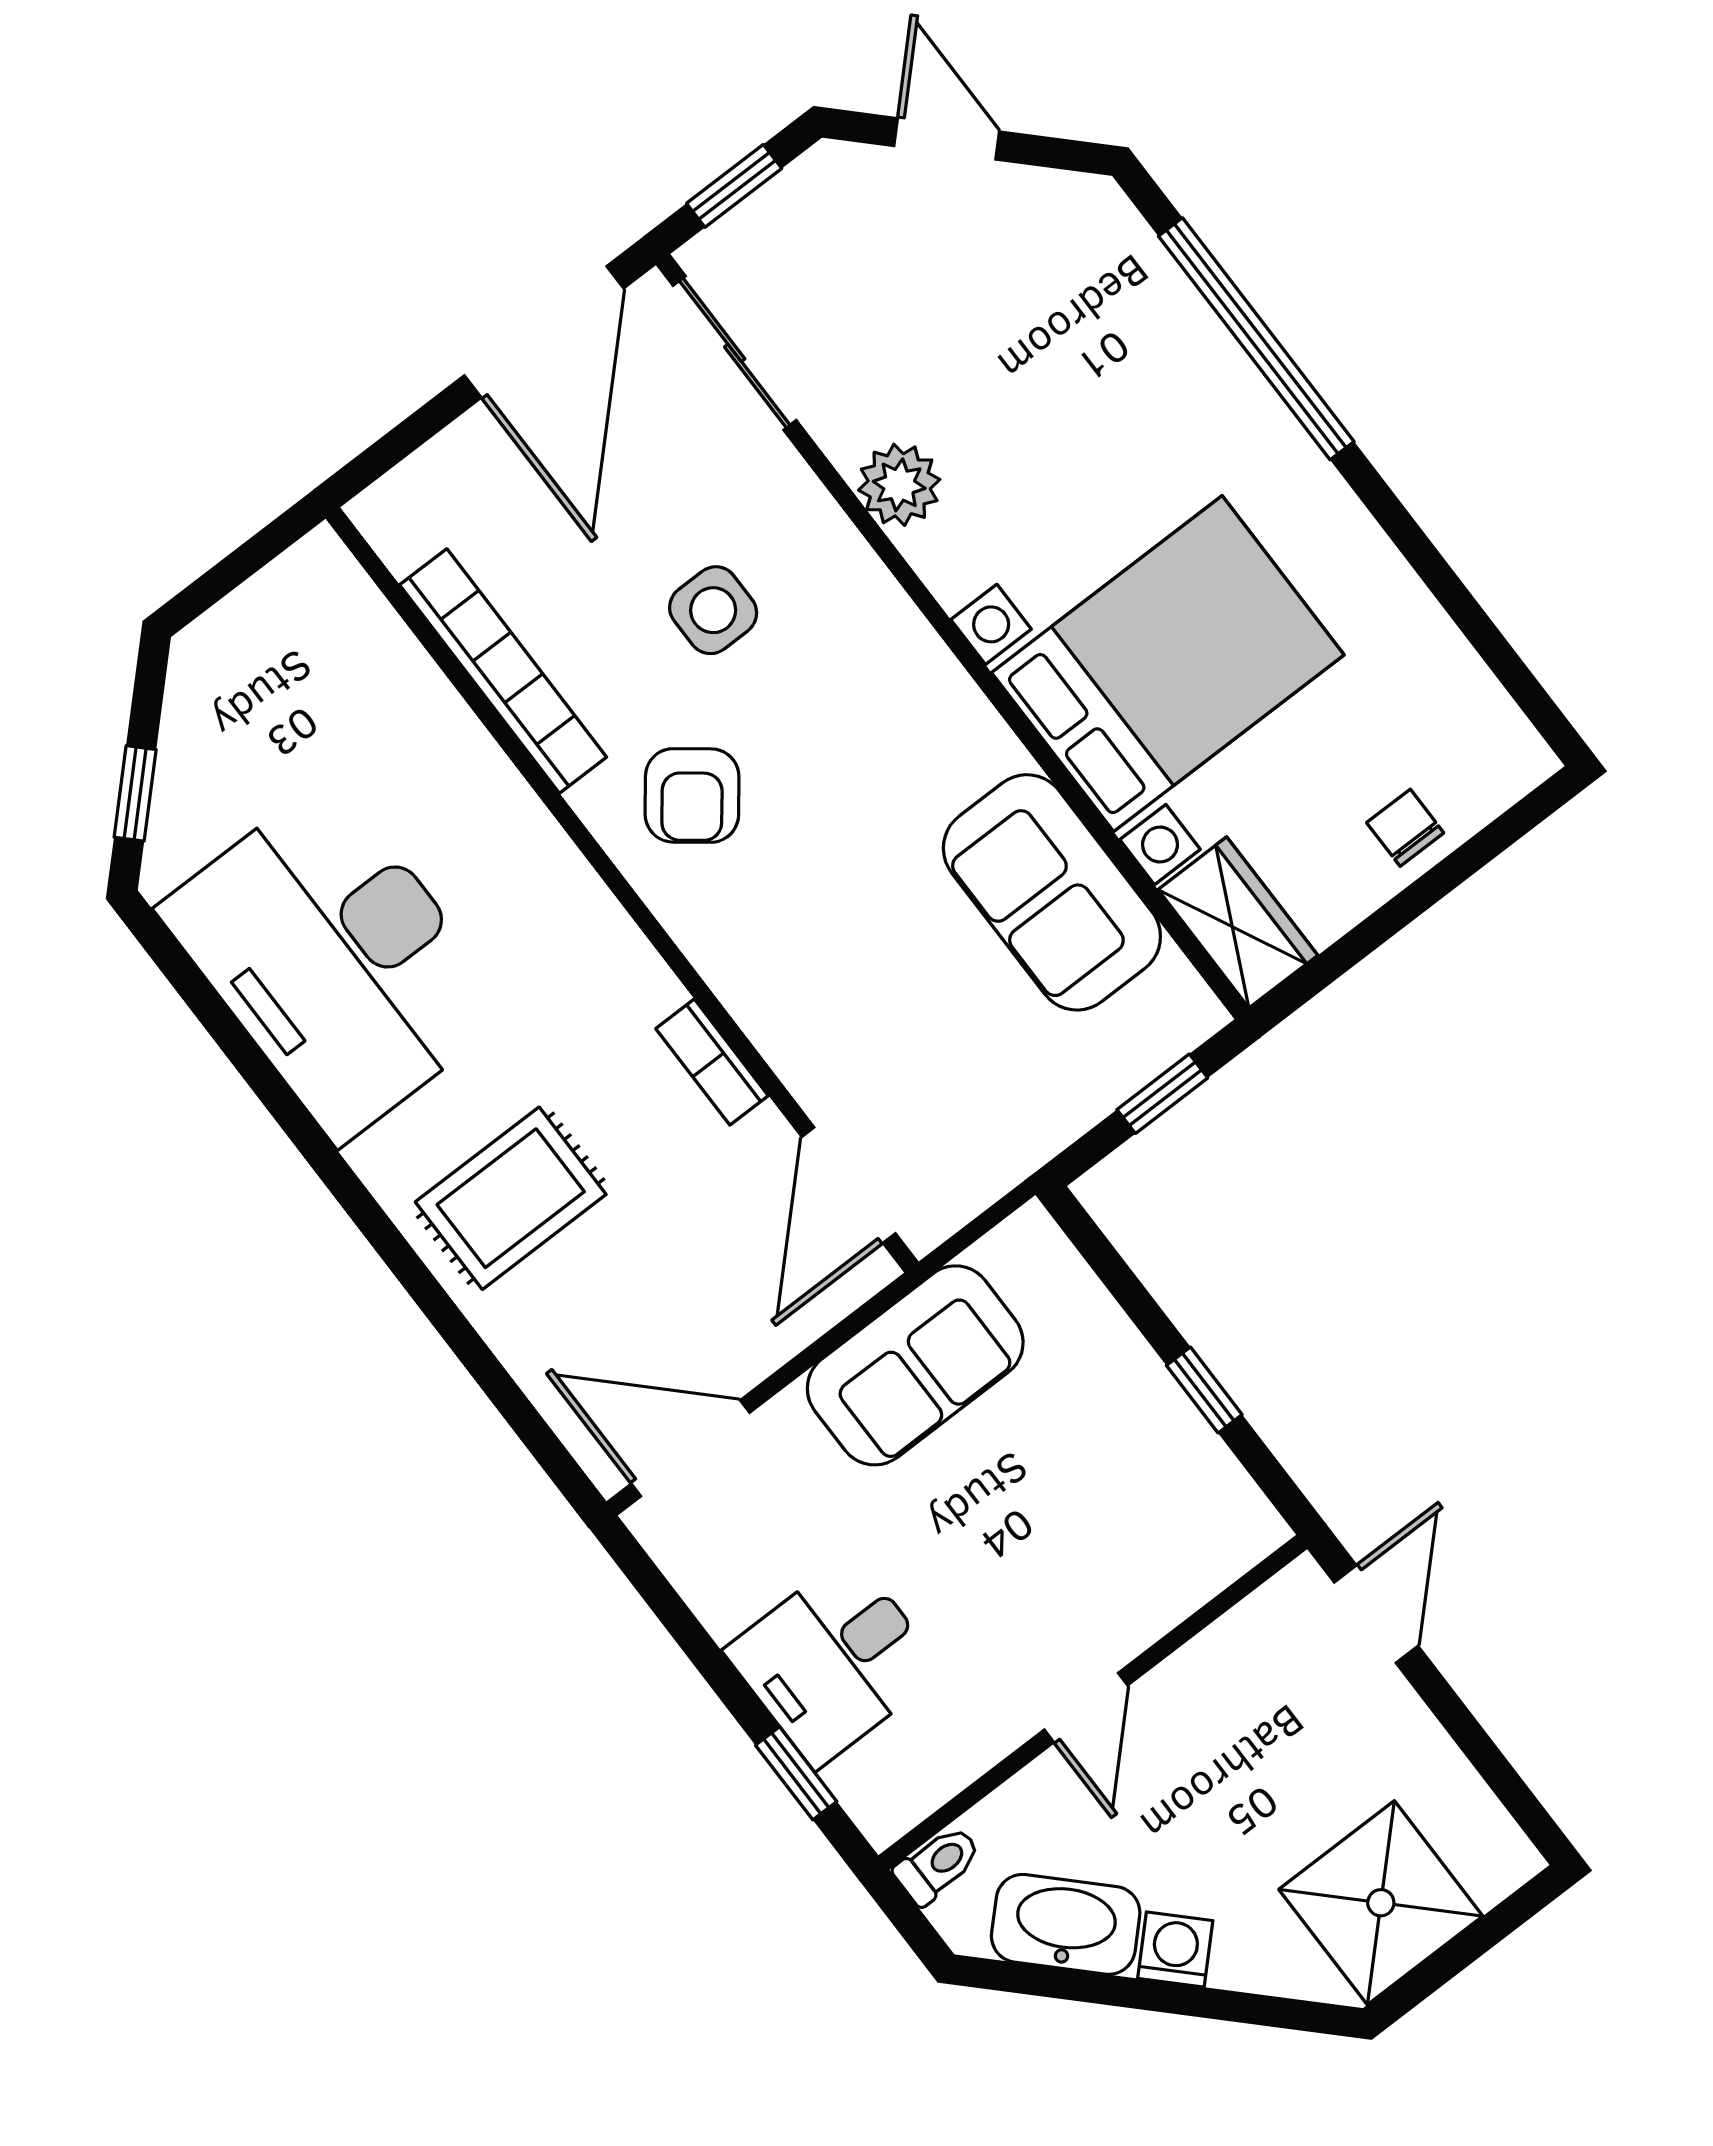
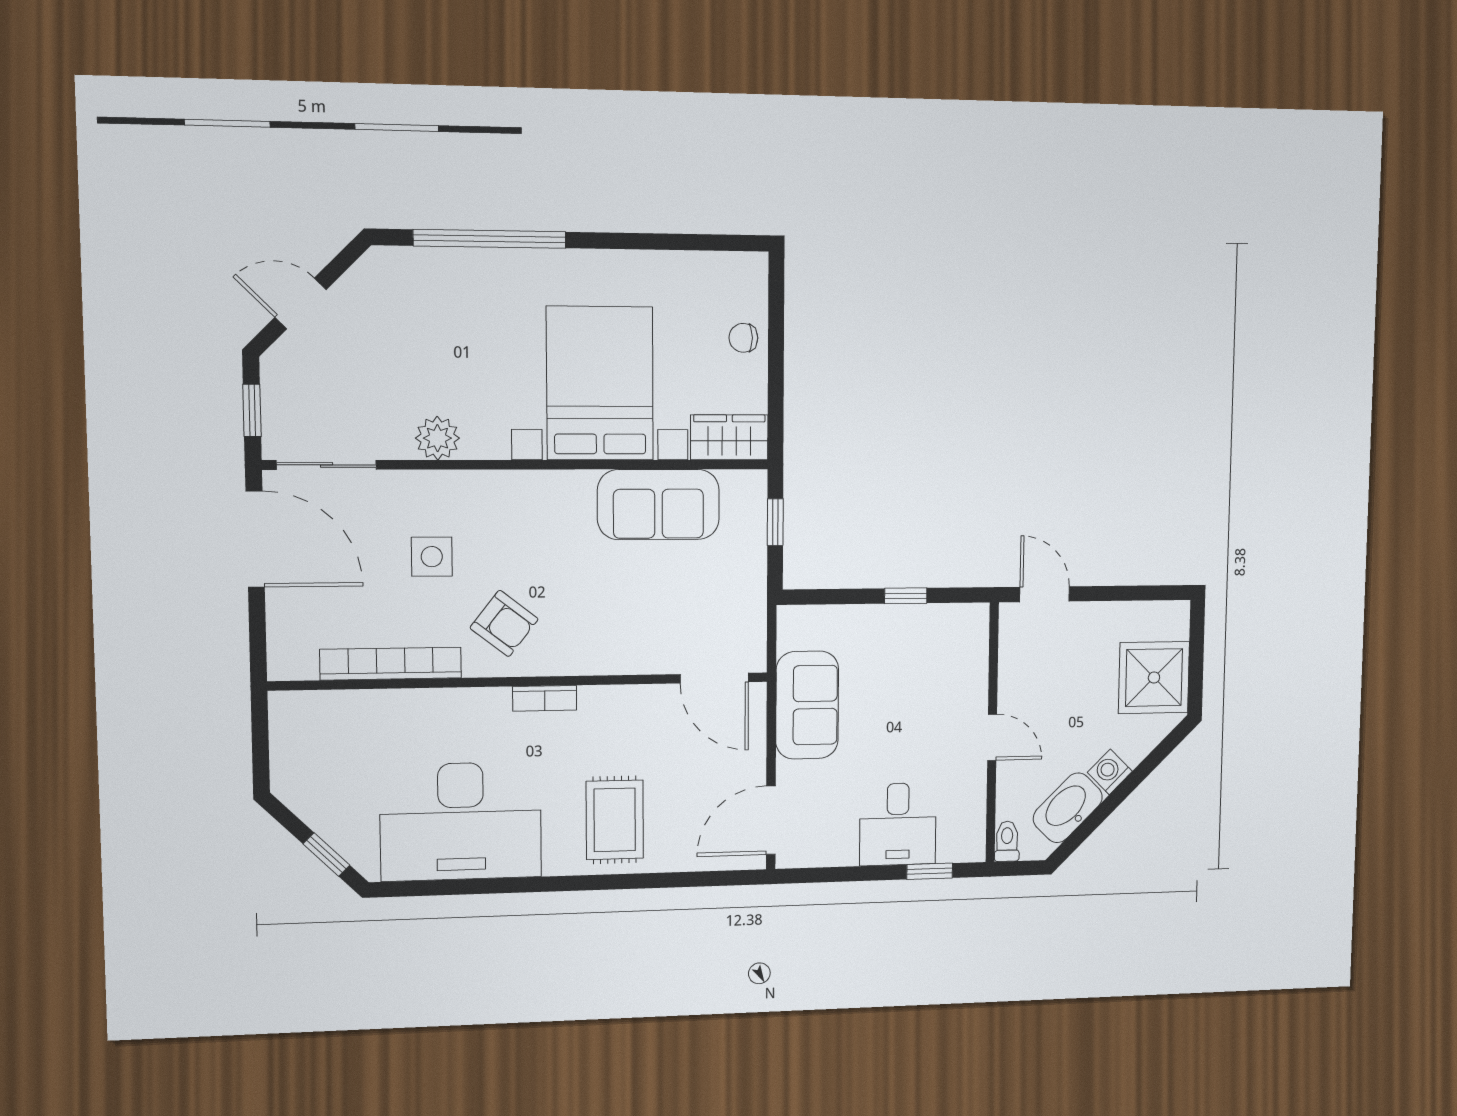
bookcase: (712, 1062) -> (545, 698), moved

